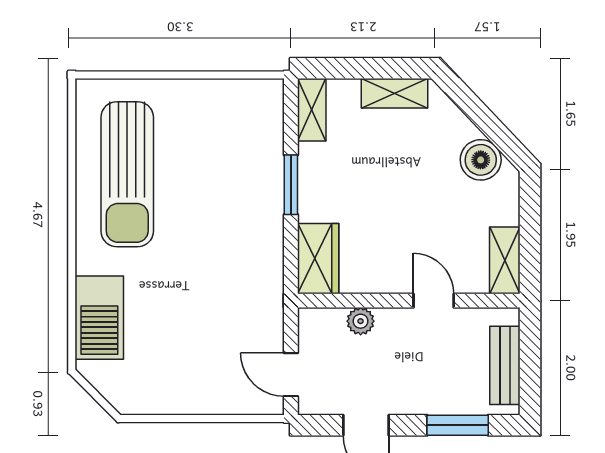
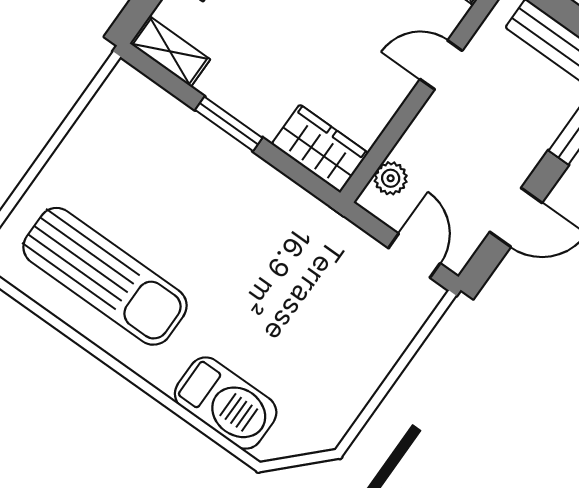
plant: (361, 321) -> (391, 178), moved
door: (291, 375) -> (414, 256), swing flipped

